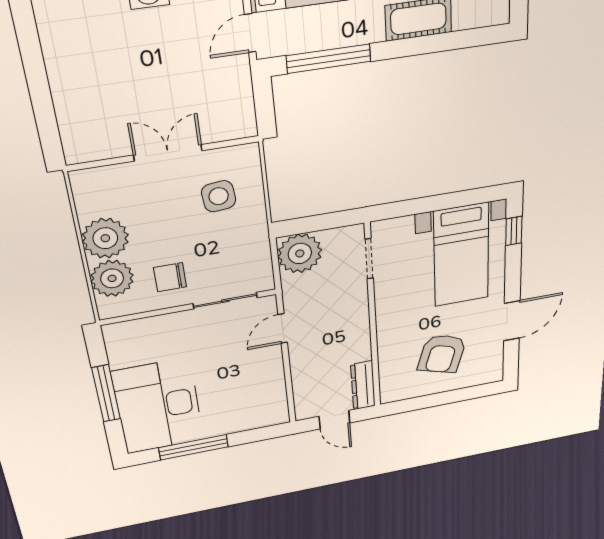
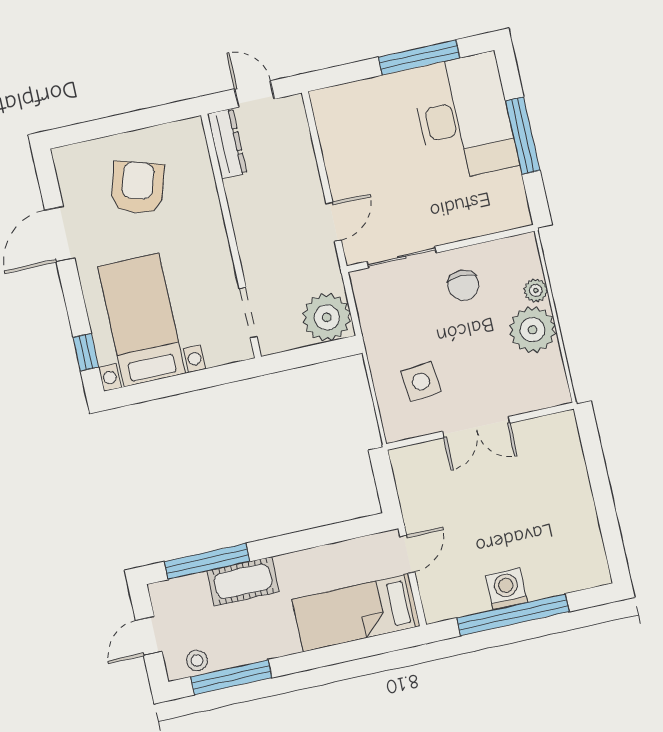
window: (329, 59) -> (207, 561), moved
chair: (170, 277) -> (463, 285), turned 90
plant: (112, 278) -> (536, 290), width x0.53, depth x0.53

